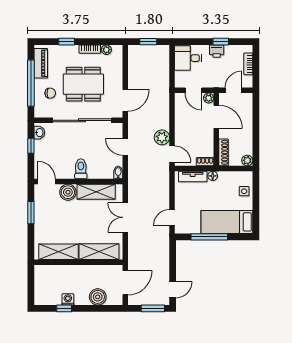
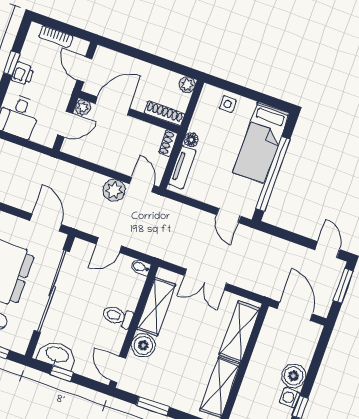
washbasin: (39, 133) -> (57, 355), width x1.91, depth x1.45
door: (172, 154) -> (142, 185), hinge flipped
door: (47, 181) -> (118, 369), hinge flipped
window: (209, 237) -> (273, 174), width x1.46
boiler: (98, 297) -> (293, 376), moved

